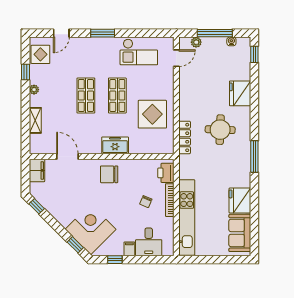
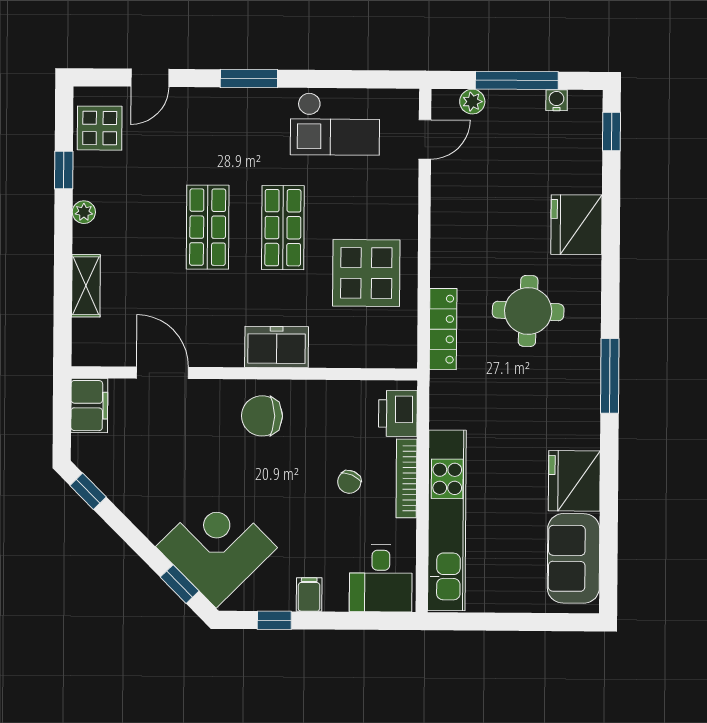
desk: (149, 242) -> (381, 578), moved

